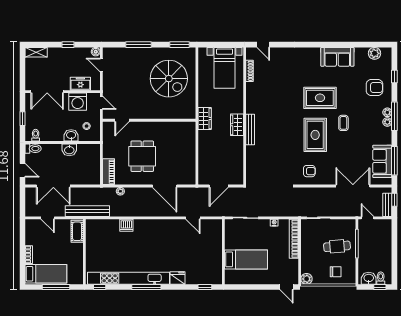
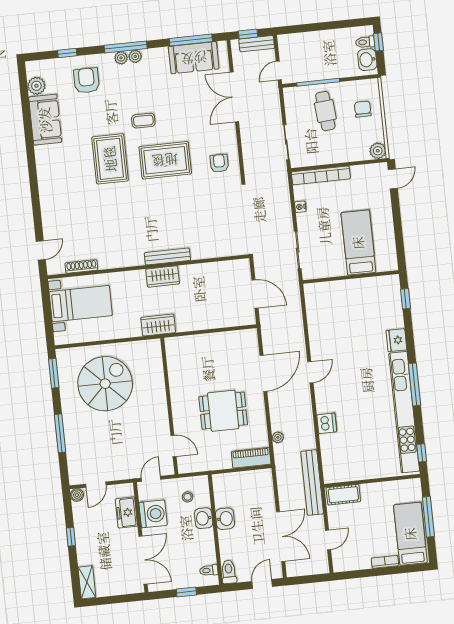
sofa: (337, 57) -> (45, 120), moved
door: (193, 218) -> (310, 372), moved

